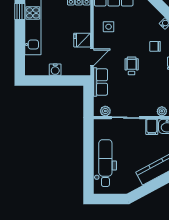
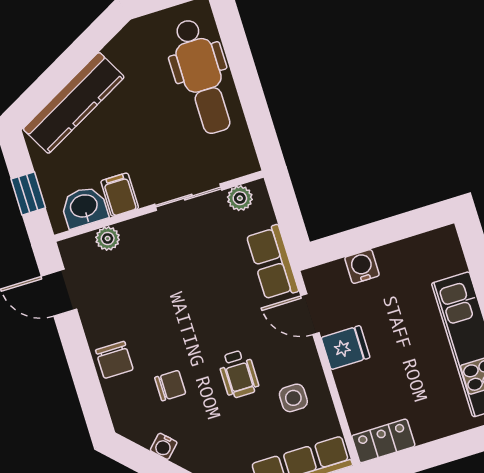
door: (92, 57) -> (310, 314), hinge flipped
wheelchair: (132, 66) -> (238, 374), moved
water cooler: (55, 70) -> (362, 267), moved

